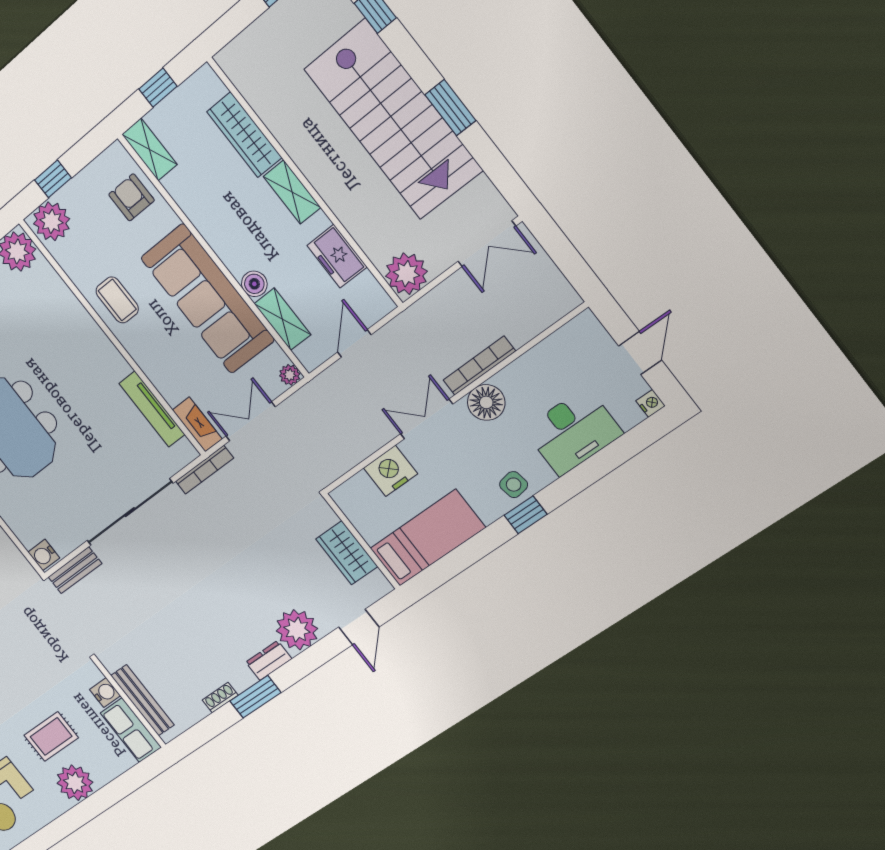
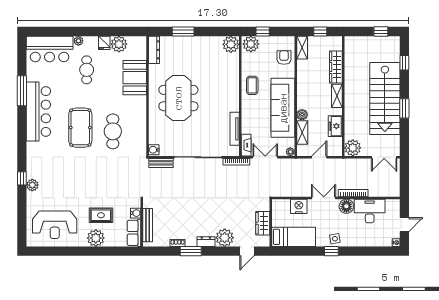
desk: (573, 431) -> (370, 211), moved, turned 180

